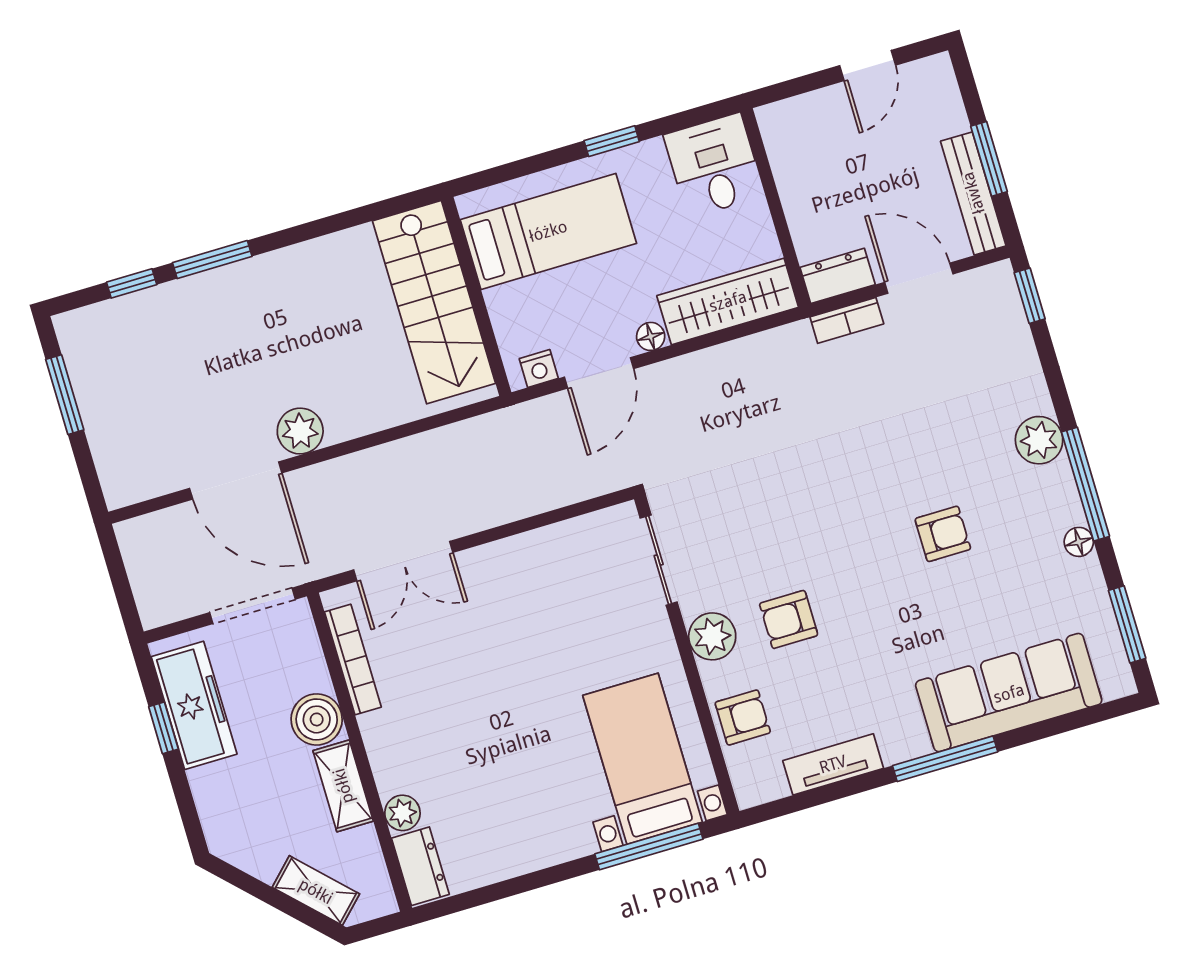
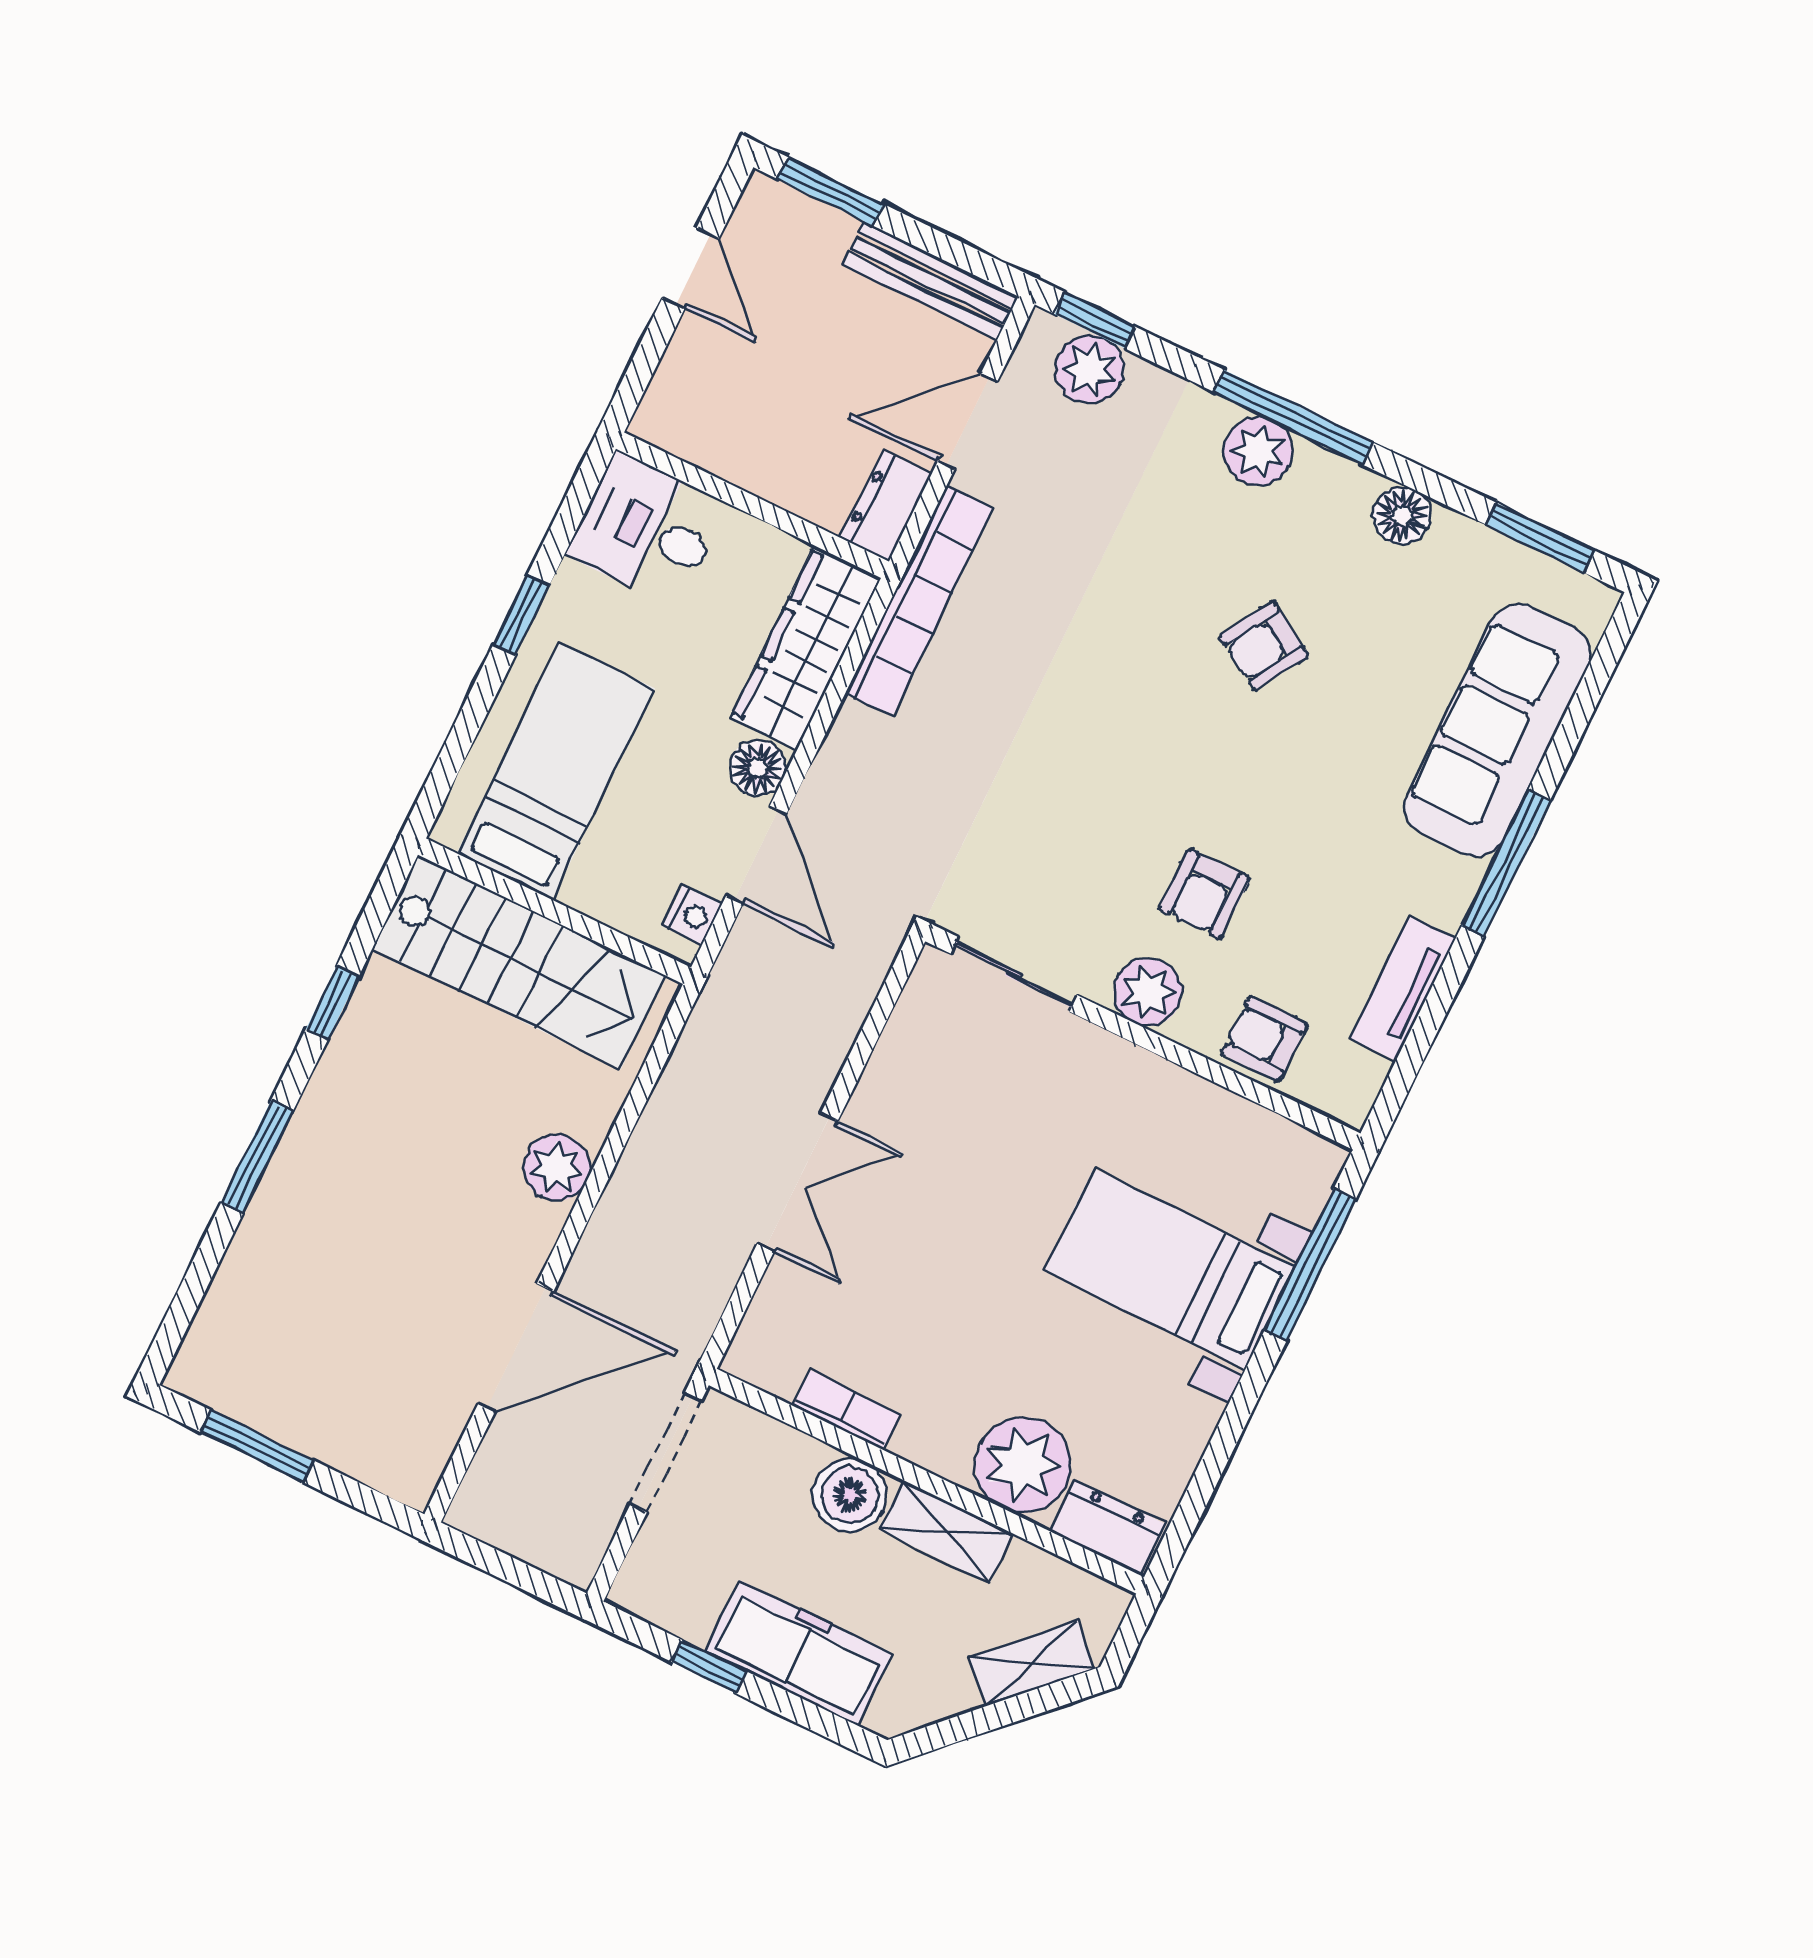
window: (989, 159) -> (830, 191), moved
window: (132, 283) -> (332, 1003), moved
plant: (1002, 316) -> (1090, 369), added
bookcase: (847, 320) -> (919, 601), width x2.31, depth x1.31
floor lamp: (651, 336) -> (758, 768), width x1.37, depth x1.37
plant: (300, 431) -> (557, 1168), moved
window: (1085, 484) -> (1293, 417), moved
armchair: (943, 534) -> (1264, 646), turned -149
floor lamp: (1079, 542) -> (1402, 516), width x1.37, depth x1.37
double door: (403, 561) -> (797, 1183), moved
bookcase: (353, 659) -> (846, 1410), width x0.64
freezer: (194, 705) -> (799, 1653), moved
armchair: (743, 717) -> (1264, 1039), turned -90
bed with nightstands: (642, 759) -> (1170, 1269), moved
plant: (402, 813) -> (1023, 1465), width x1.88, depth x1.88

